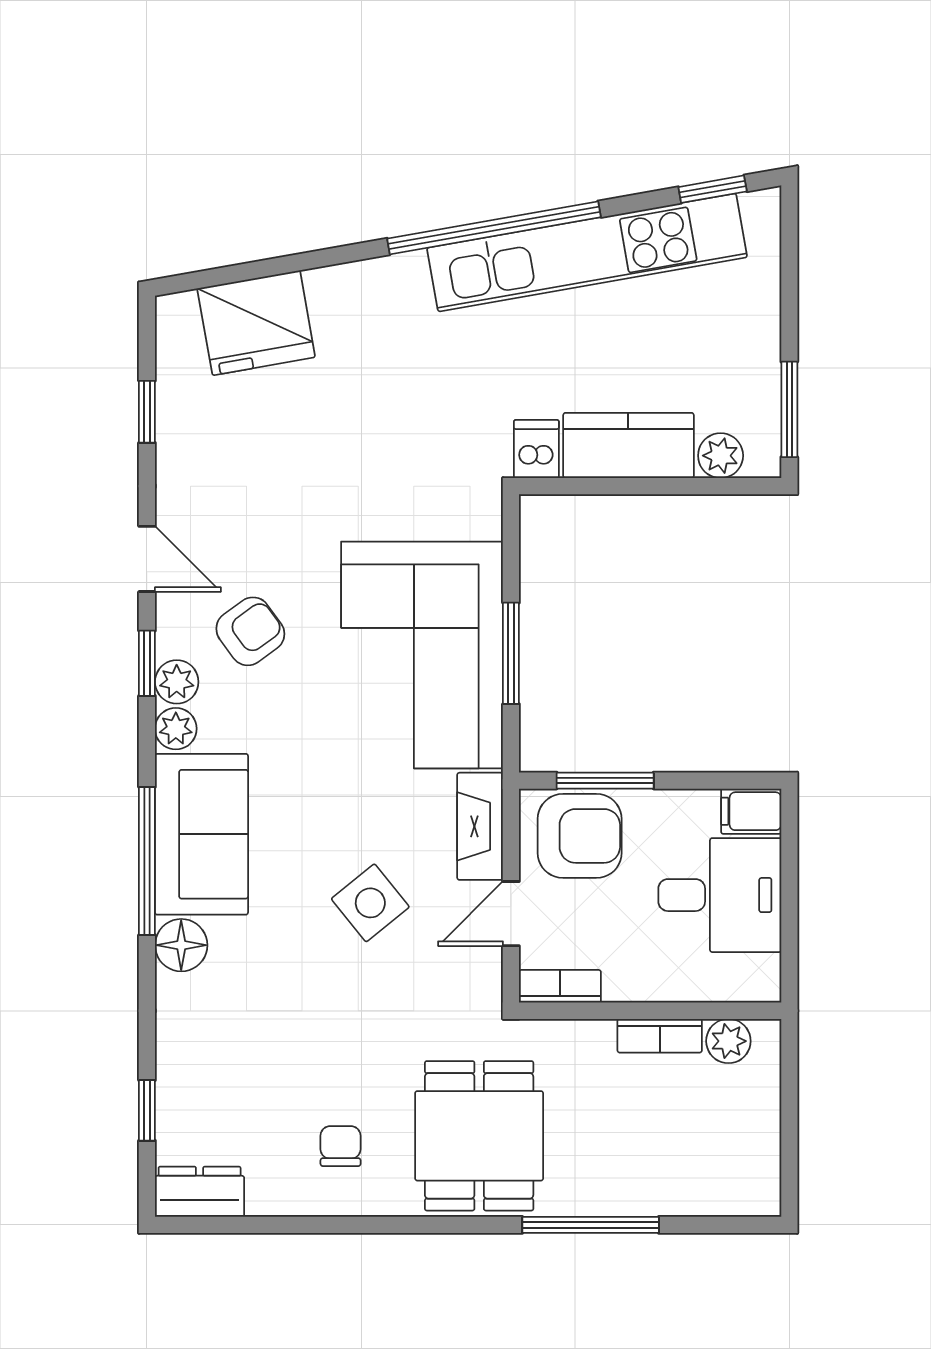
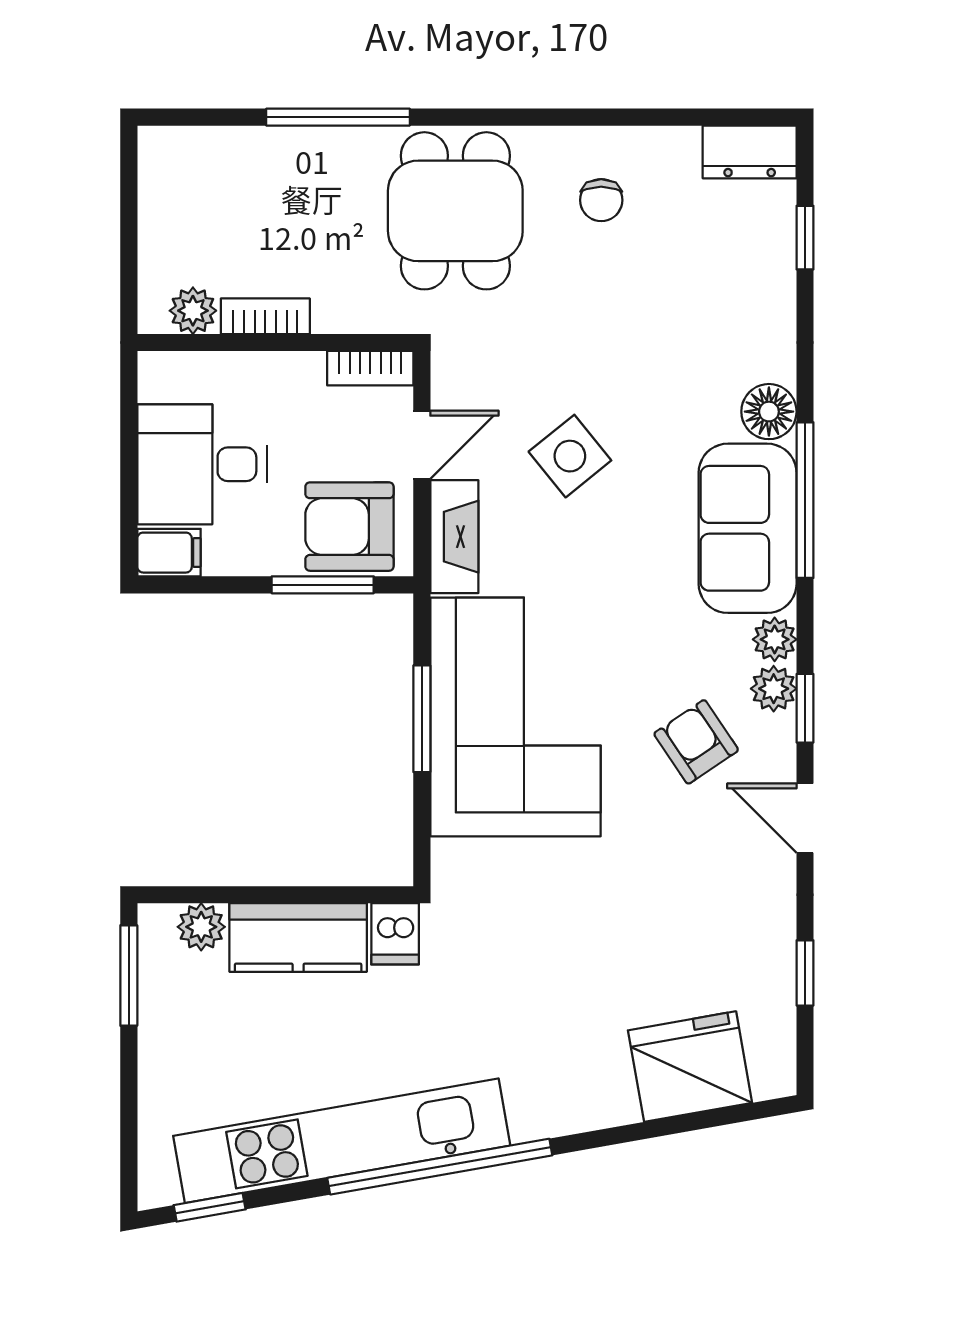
armchair: (250, 631) -> (696, 742), turned 92

